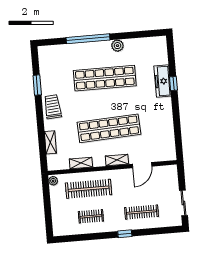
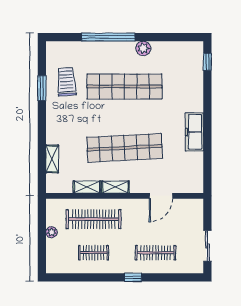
freezer: (163, 81) -> (194, 132), moved
window: (173, 83) -> (207, 62), moved
trolley: (53, 107) -> (66, 82), moved
shelving: (117, 160) -> (115, 187), moved
plant: (53, 181) -> (51, 232), moved

